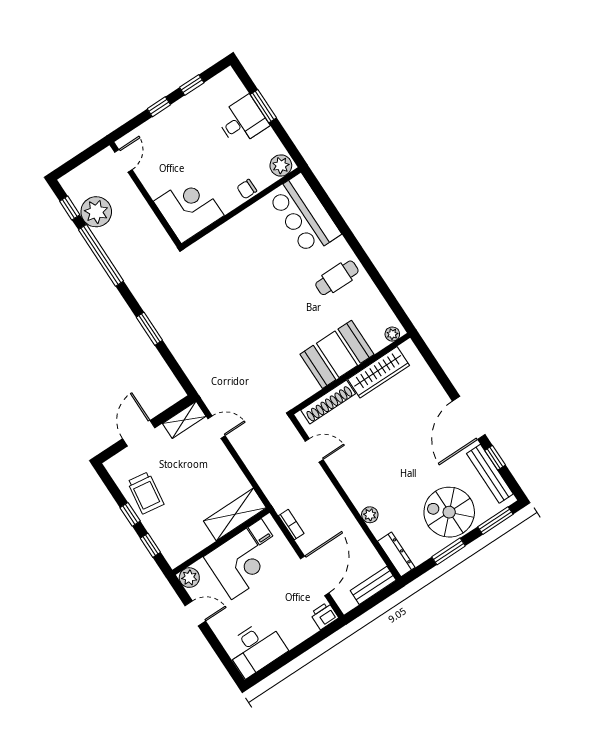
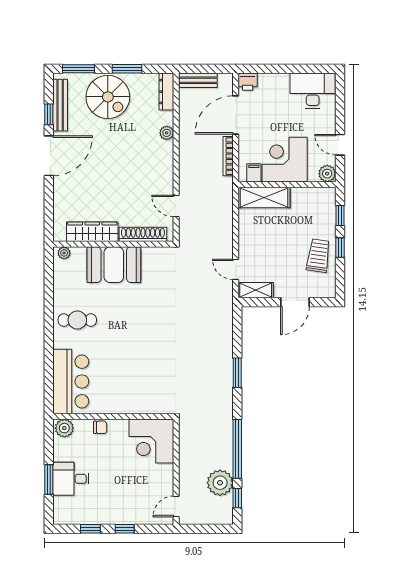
bookcase: (291, 525) -> (228, 156), width x1.56

